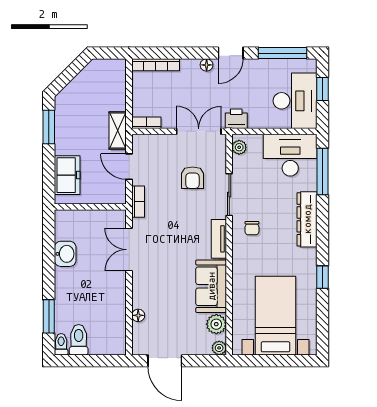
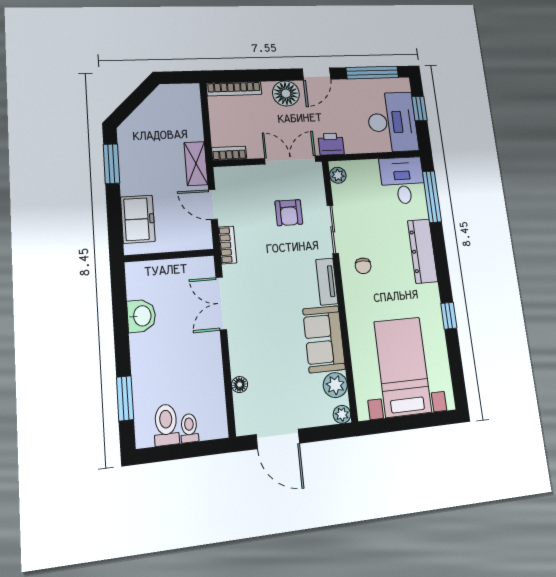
floor lamp: (207, 65) -> (286, 93), width x1.89, depth x1.89
desk: (290, 155) -> (403, 180), width x0.73
toilet: (61, 344) -> (189, 428), moved

